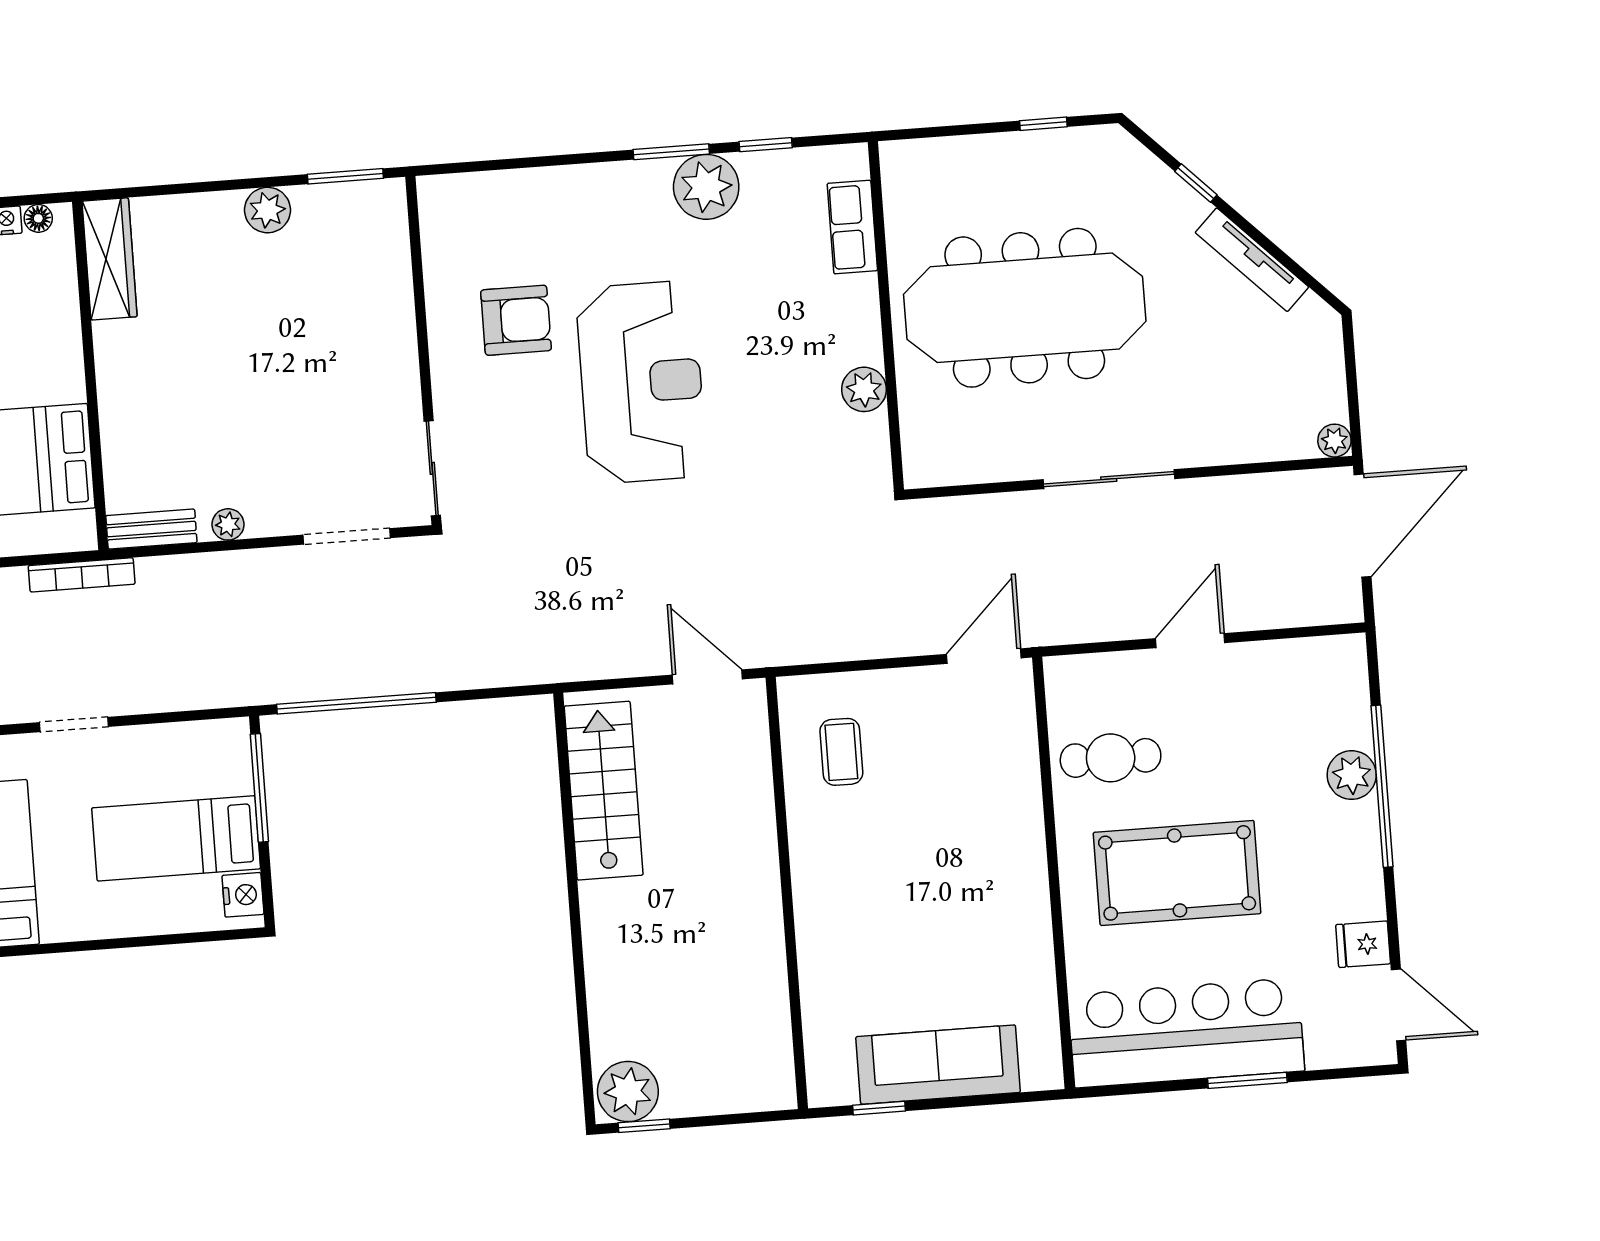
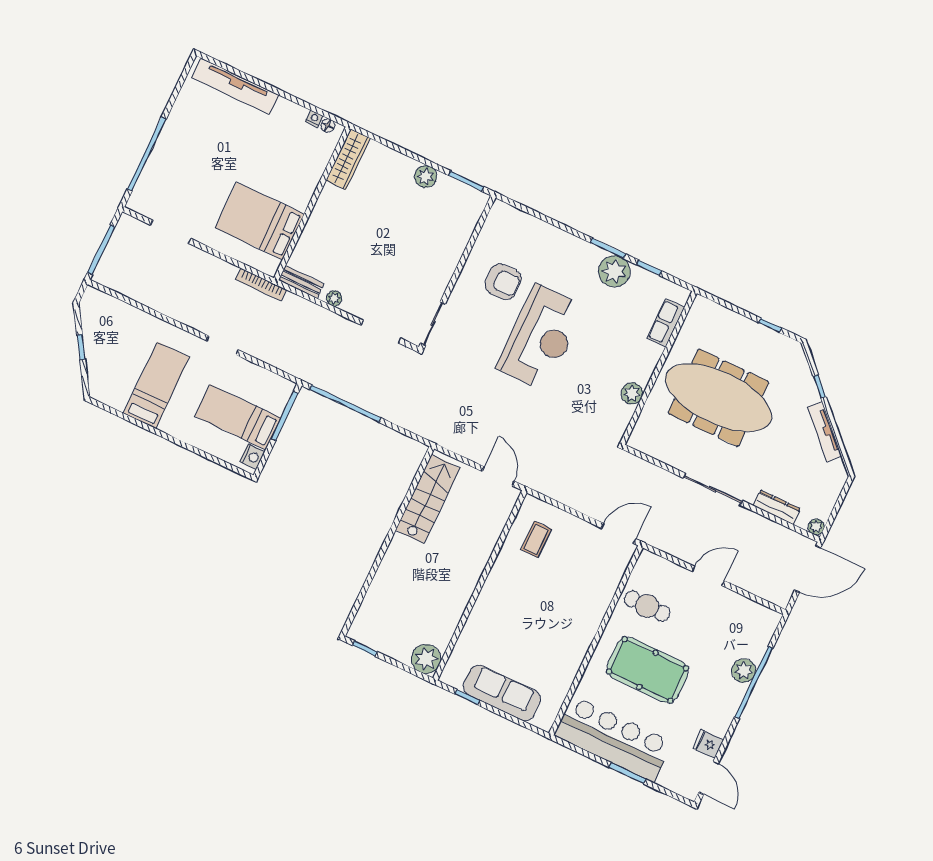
dresser: (1243, 446) -> (777, 507), added
plant: (628, 1092) -> (426, 659), moved

